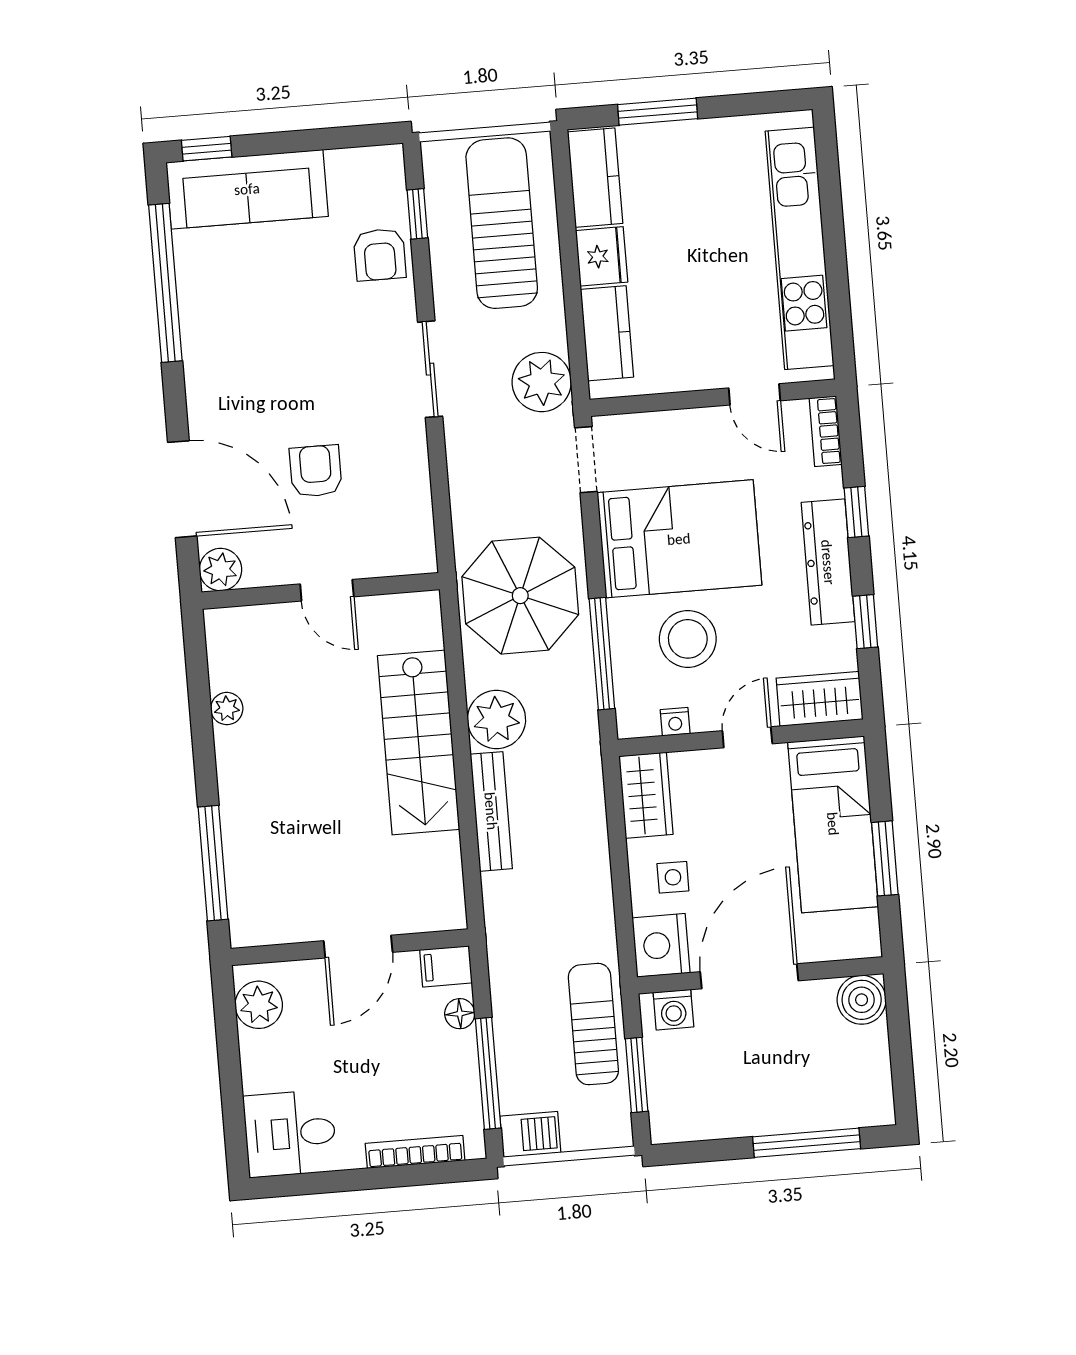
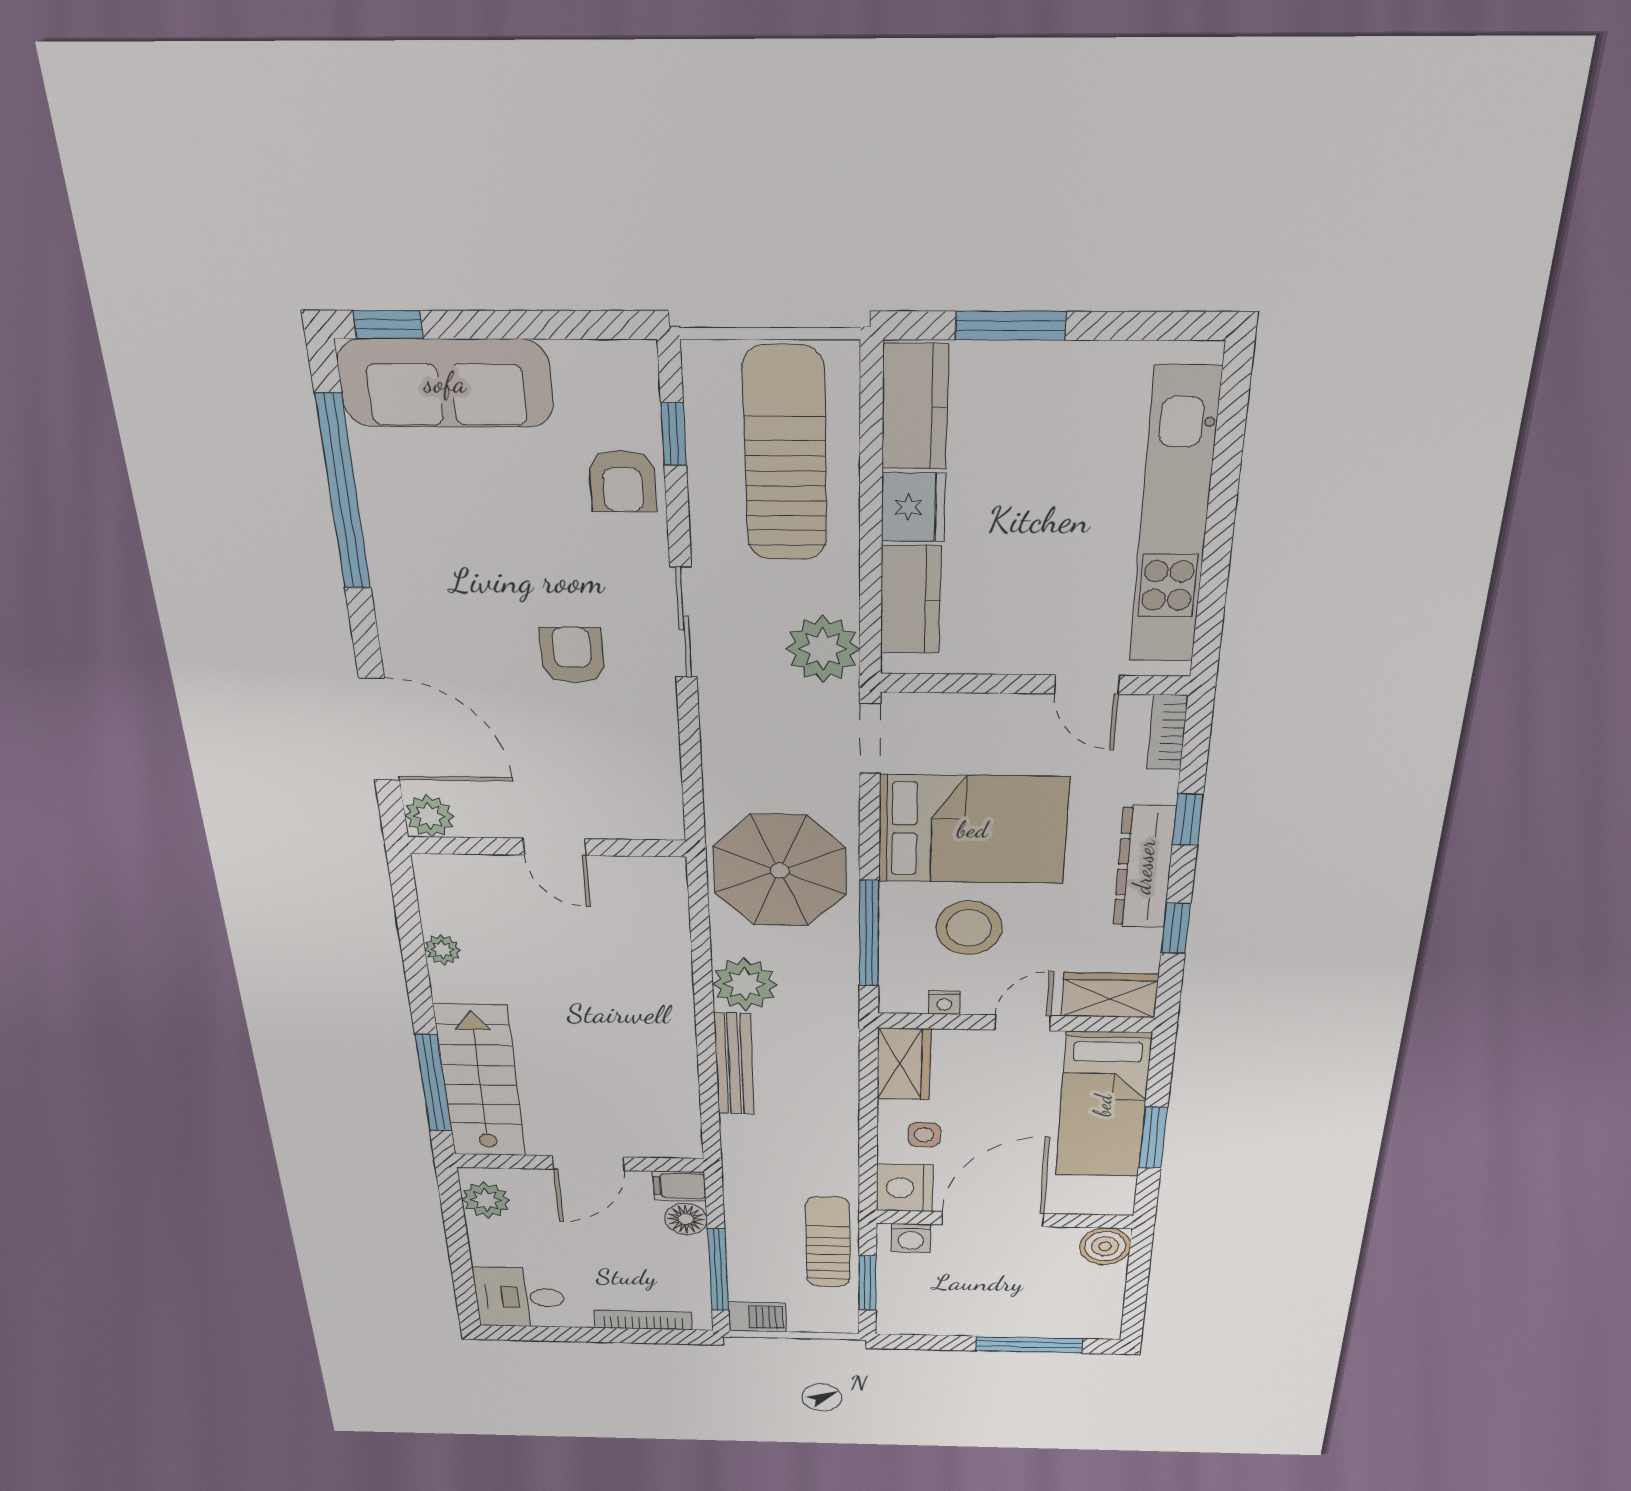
armchair: (316, 471) -> (572, 655), moved
stairs: (419, 743) -> (480, 1081), moved, turned 180
floor lamp: (460, 1014) -> (686, 1219), width x1.37, depth x1.37

